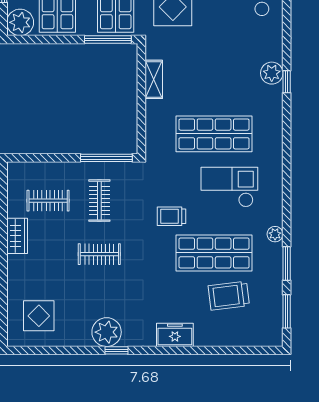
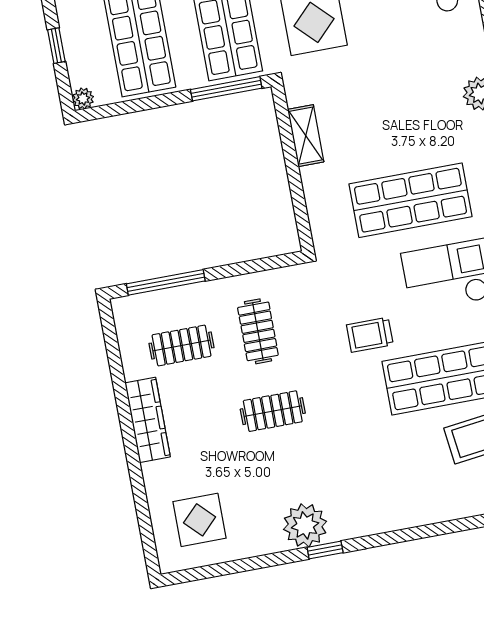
plant: (20, 22) -> (83, 99), width x0.53, depth x0.53
window: (106, 158) -> (166, 282), moved
wardrobe: (17, 236) -> (148, 420), width x1.50
freezer: (175, 335) -> (408, 511), removed

